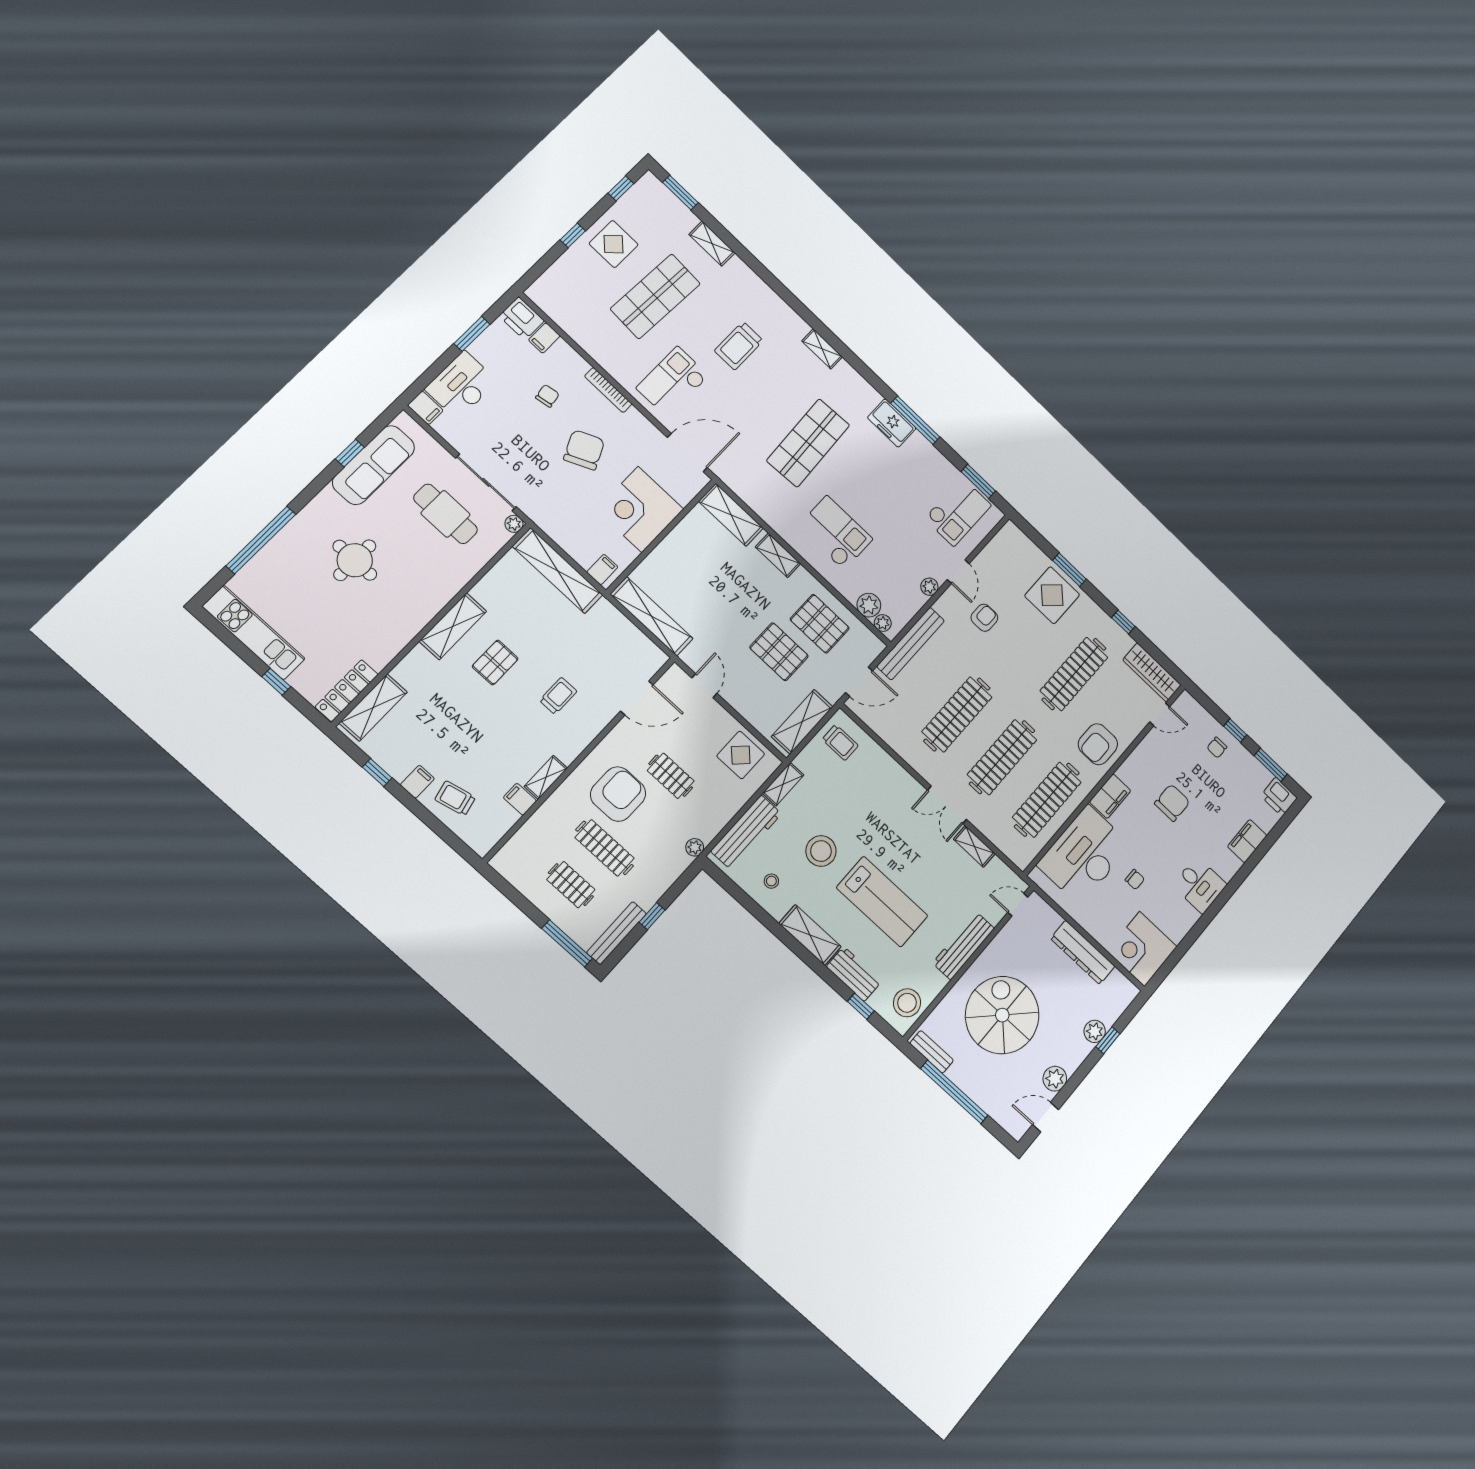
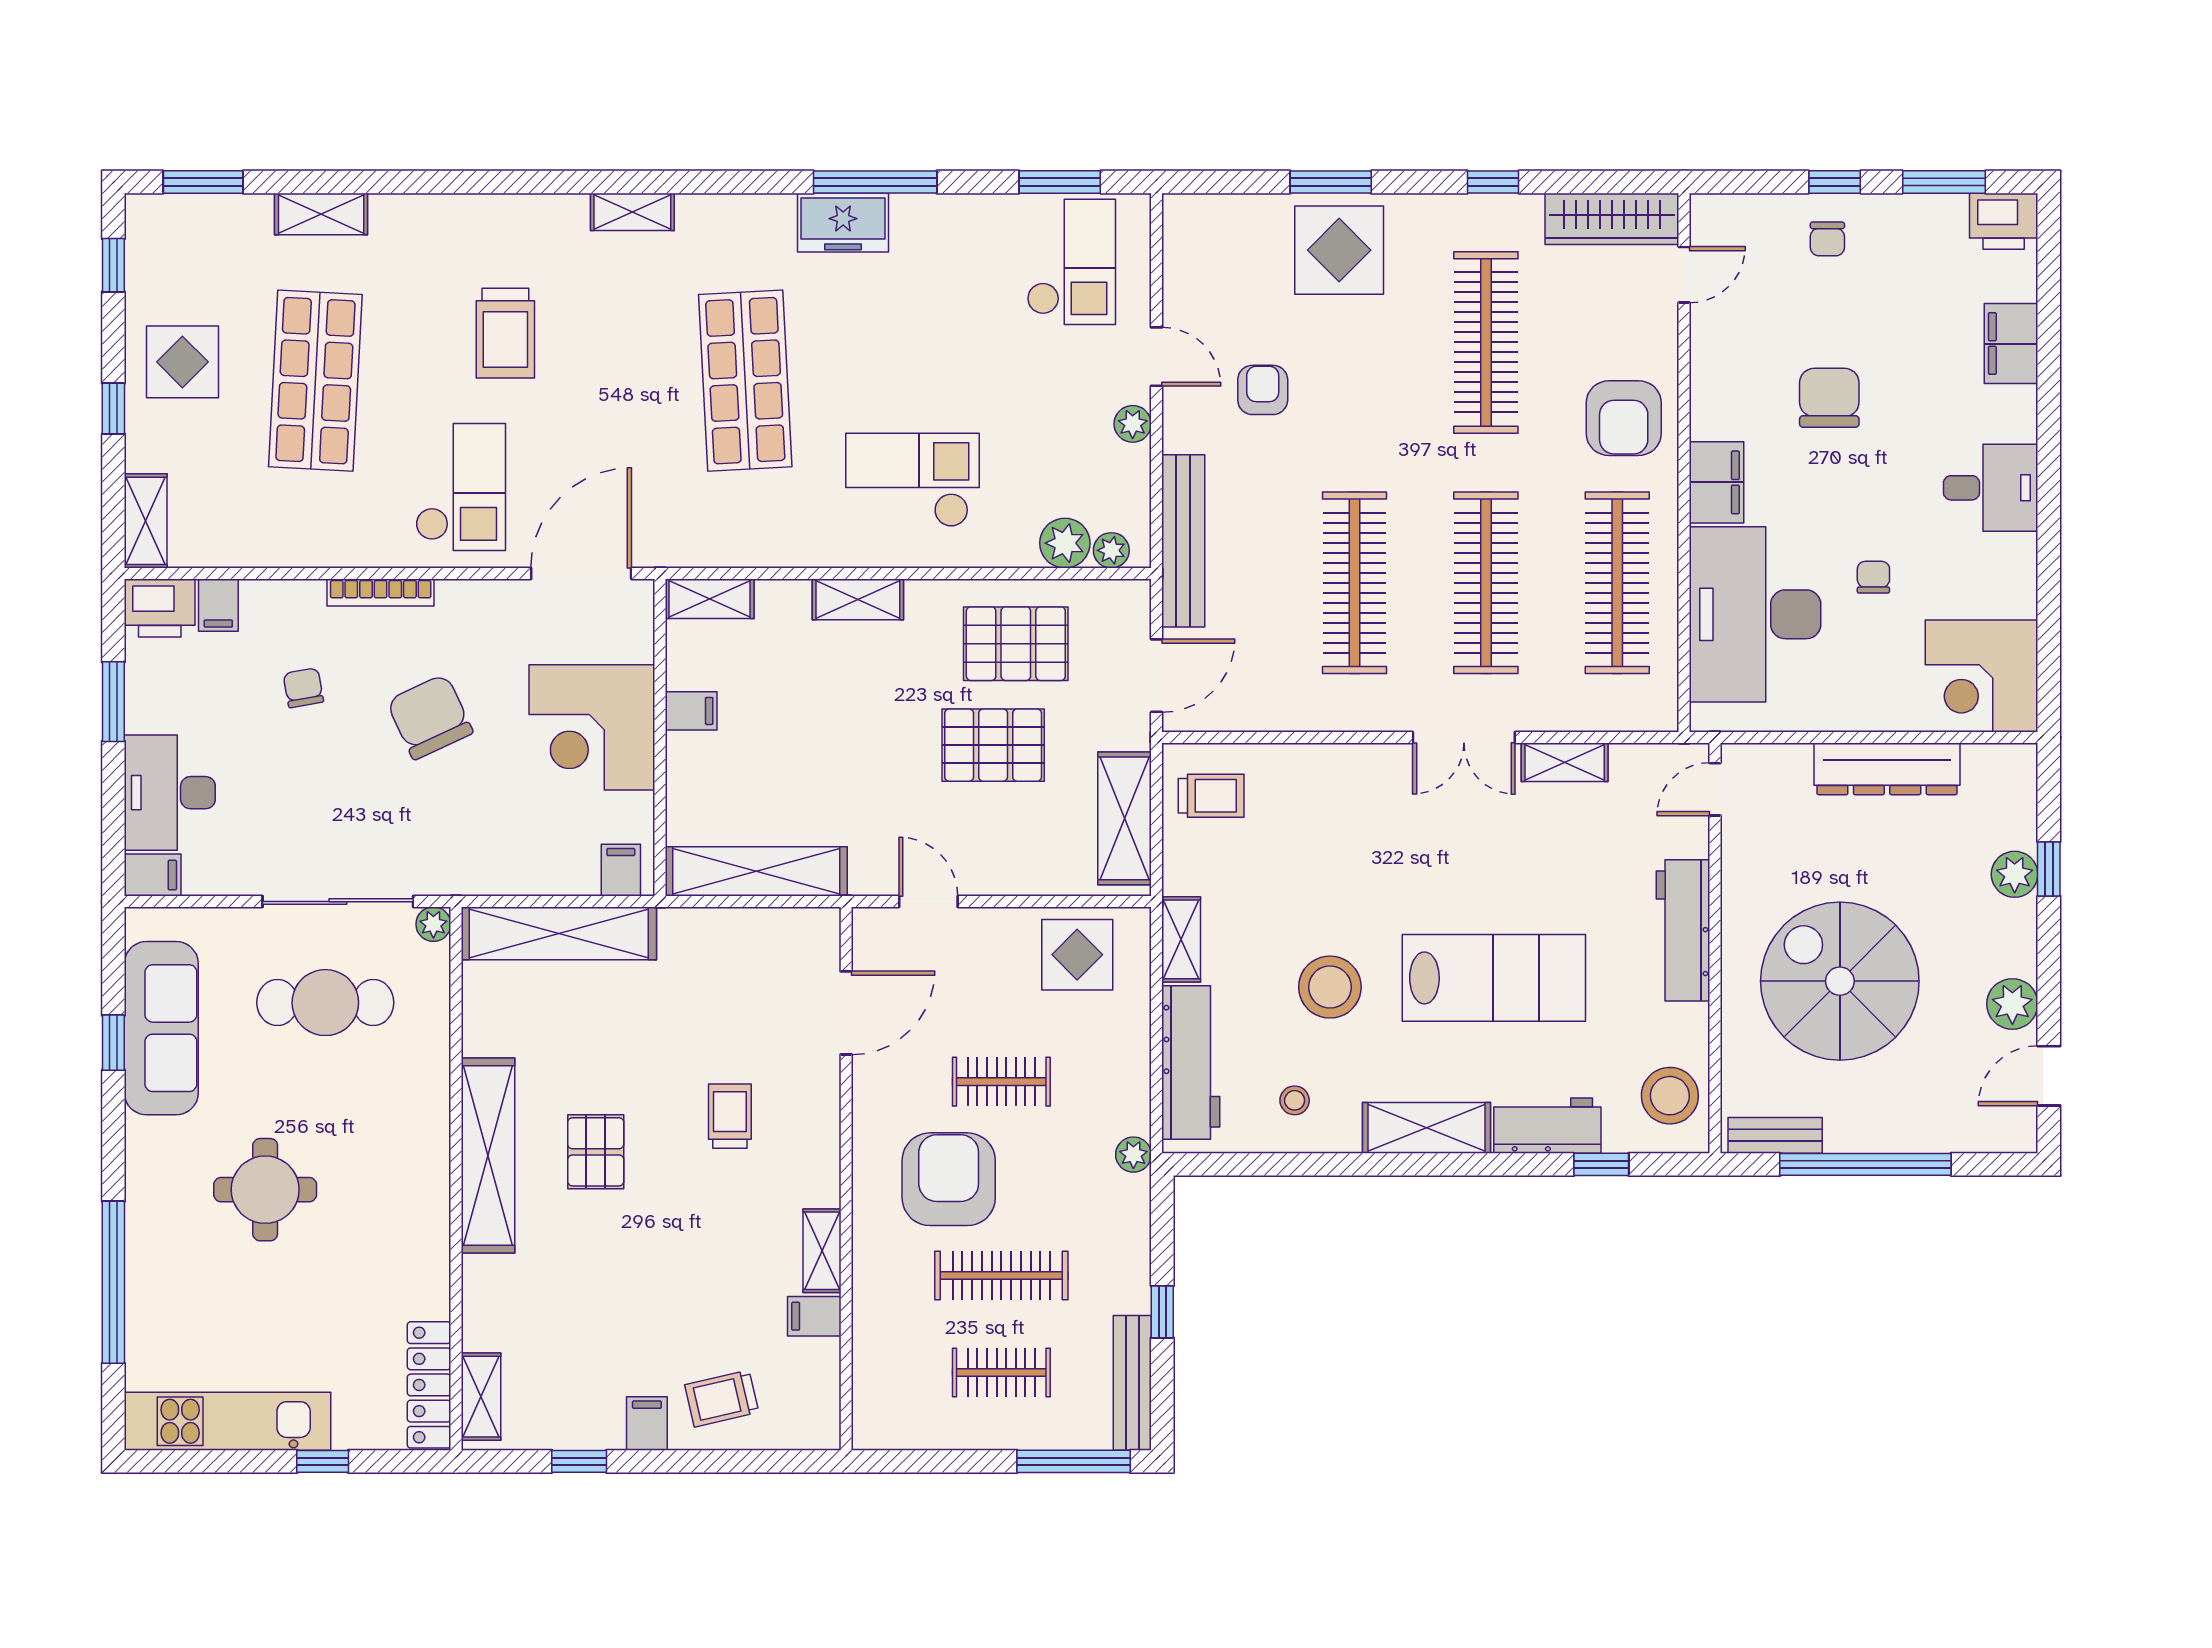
shelving: (546, 284) -> (146, 521), added
checkout: (673, 382) -> (461, 487), turned 180
shelving: (731, 515) -> (710, 599), width x0.67, depth x0.75
filing cabinet: (682, 538) -> (691, 711), added
shelving: (453, 626) -> (488, 1156), width x1.47
shelving: (373, 707) -> (481, 1397), width x0.67, depth x0.75
chair: (1135, 879) -> (1873, 577), turned -90

